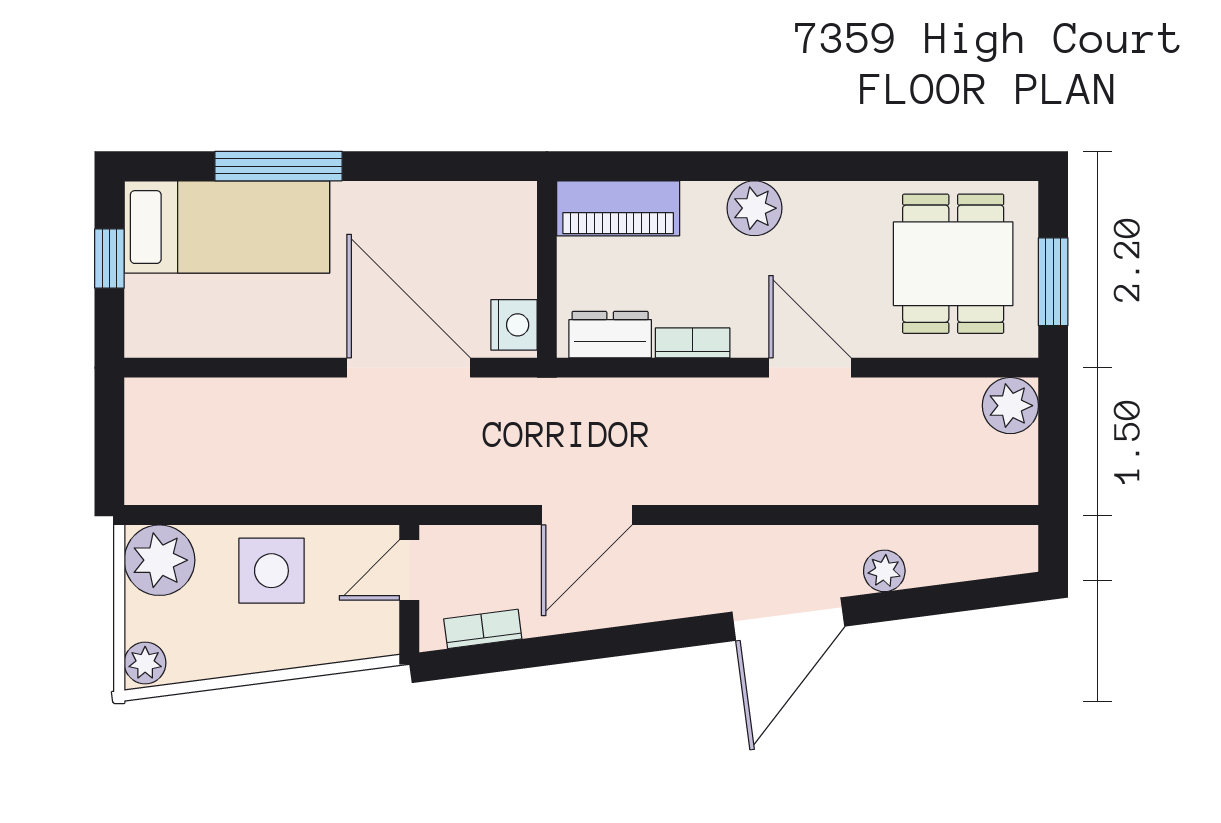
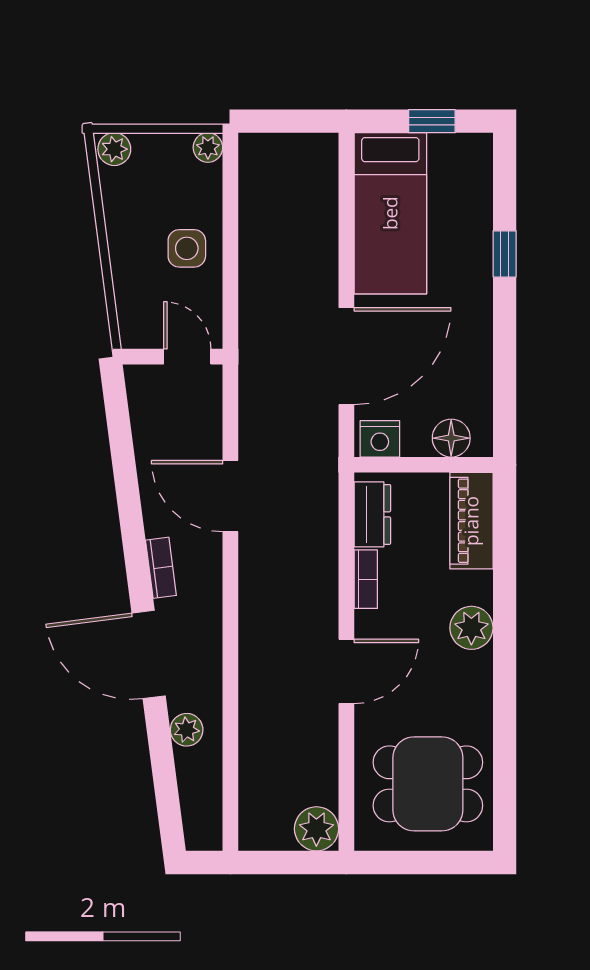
window: (279, 166) -> (505, 254), width x0.46
bed: (227, 227) -> (390, 213), moved
floor lamp: (513, 234) -> (451, 438), added
window: (1053, 282) -> (414, 862), removed
plant: (159, 560) -> (208, 147), width x0.53, depth x0.53
side table: (271, 571) -> (187, 248), width x0.73, depth x0.73
bookcase: (483, 629) -> (161, 568), moved

